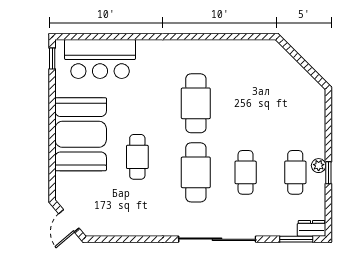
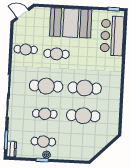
cafe table: (246, 103) -> (83, 116), added
cafe table: (132, 212) -> (26, 49), added

